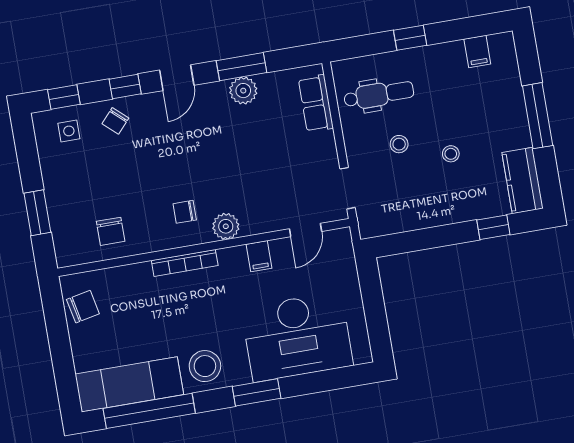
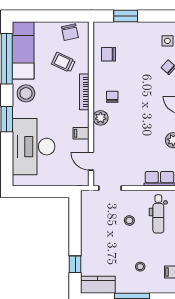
stool: (451, 154) -> (140, 267), moved
trolley: (138, 309) -> (63, 62), added

